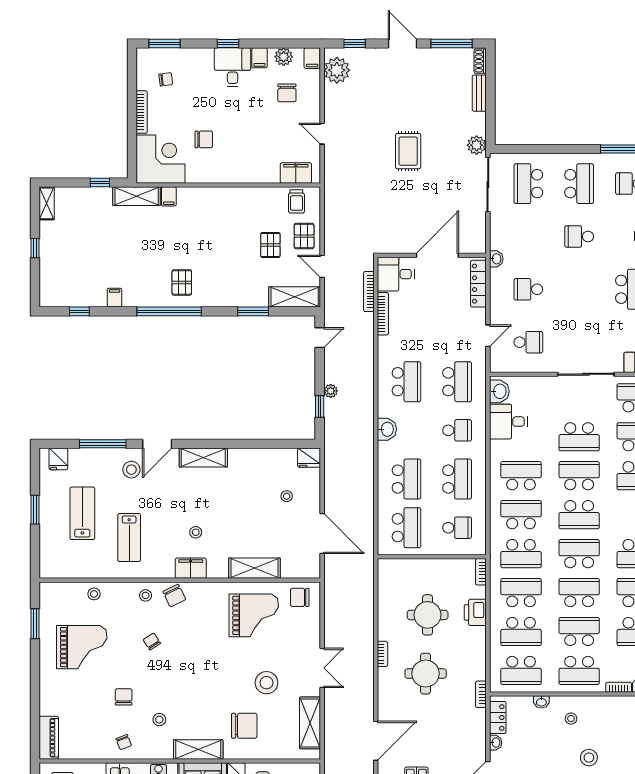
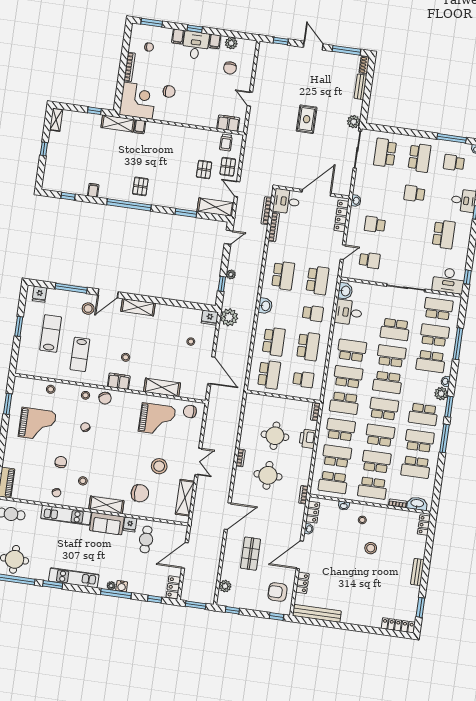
filing cabinet: (312, 58) -> (178, 36), moved
plant: (337, 70) -> (229, 317), moved
school desk: (521, 632) -> (337, 456), turned 180

